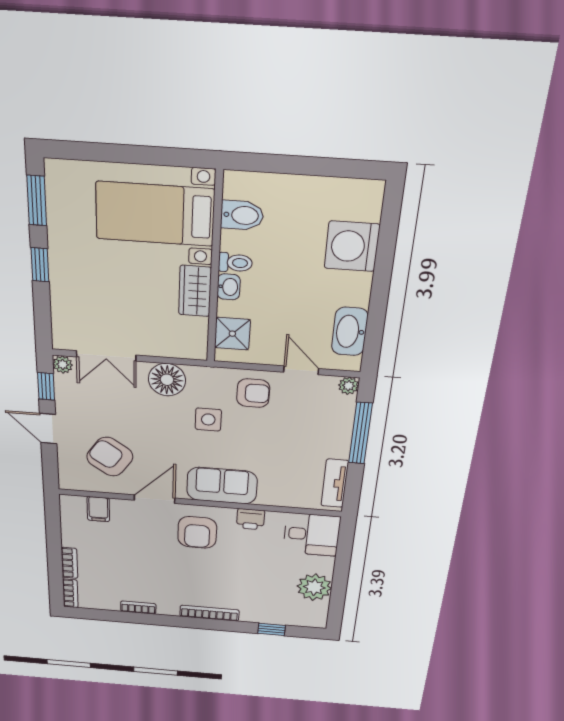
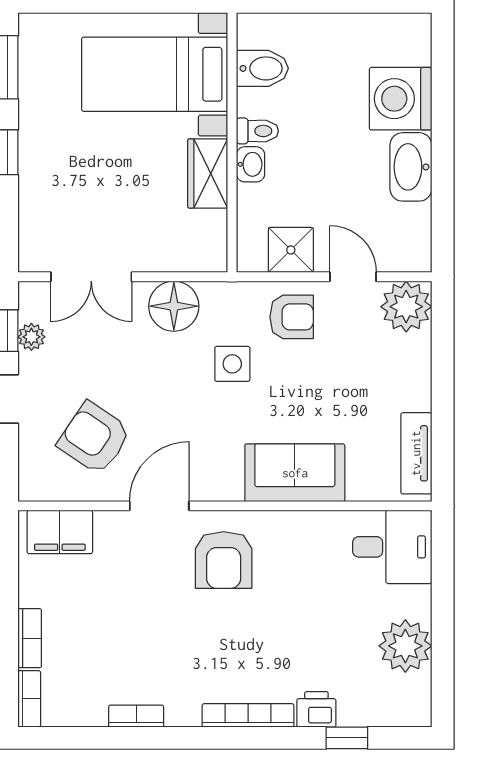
washbasin: (350, 331) -> (411, 167), moved
shower: (232, 334) -> (291, 250), moved
plant: (63, 364) -> (31, 337), moved
plant: (349, 386) -> (406, 307), width x1.88, depth x1.88
window: (360, 433) -> (443, 367), removed
sofa: (222, 486) -> (295, 473), moved
filing cabinet: (98, 509) -> (60, 532), width x2.00
printer: (251, 519) -> (316, 709), moved, turned 180

